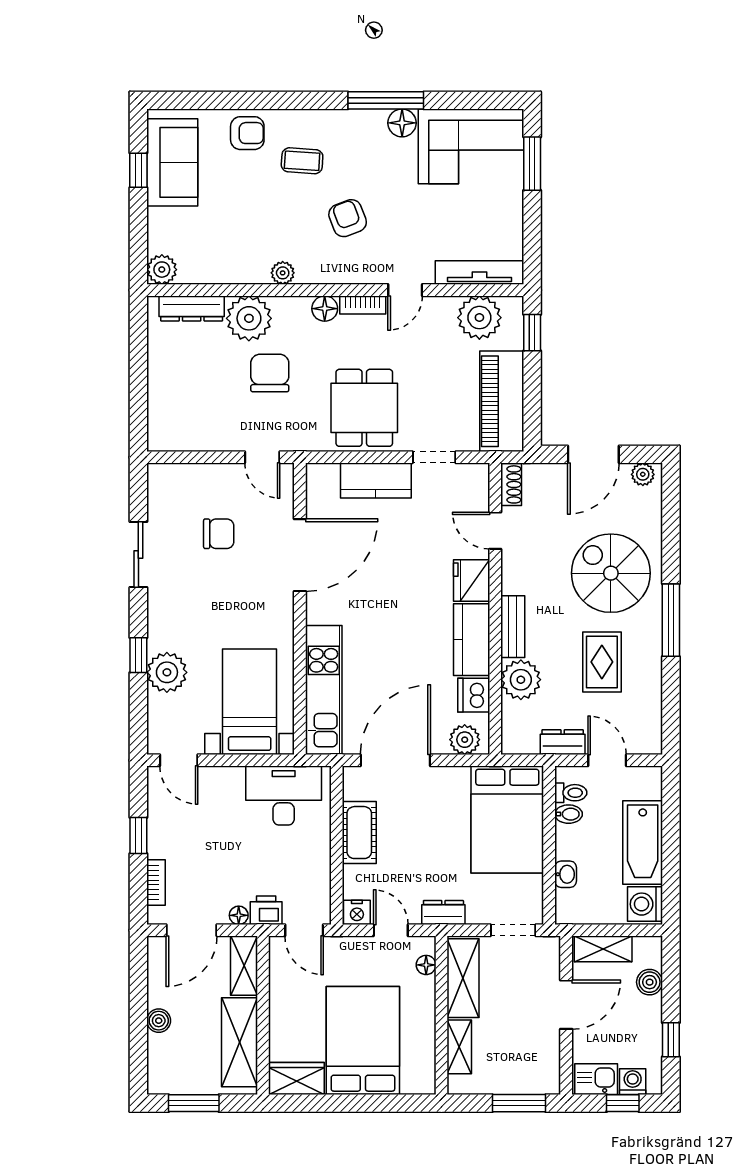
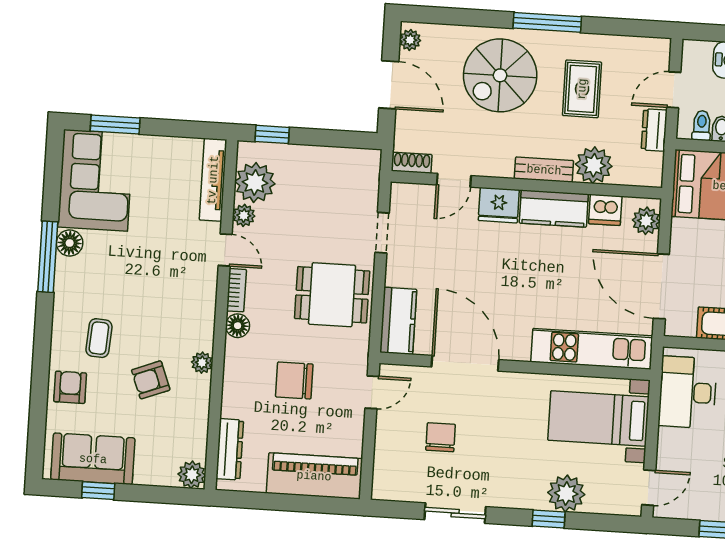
armchair: (348, 218) -> (151, 380), moved
plant: (249, 318) -> (244, 215), moved, width x0.53, depth x0.53
piano: (502, 401) -> (314, 476), moved, turned 180
kitchen counter: (376, 481) -> (398, 321), moved
rug: (602, 662) -> (582, 89), turned 90

